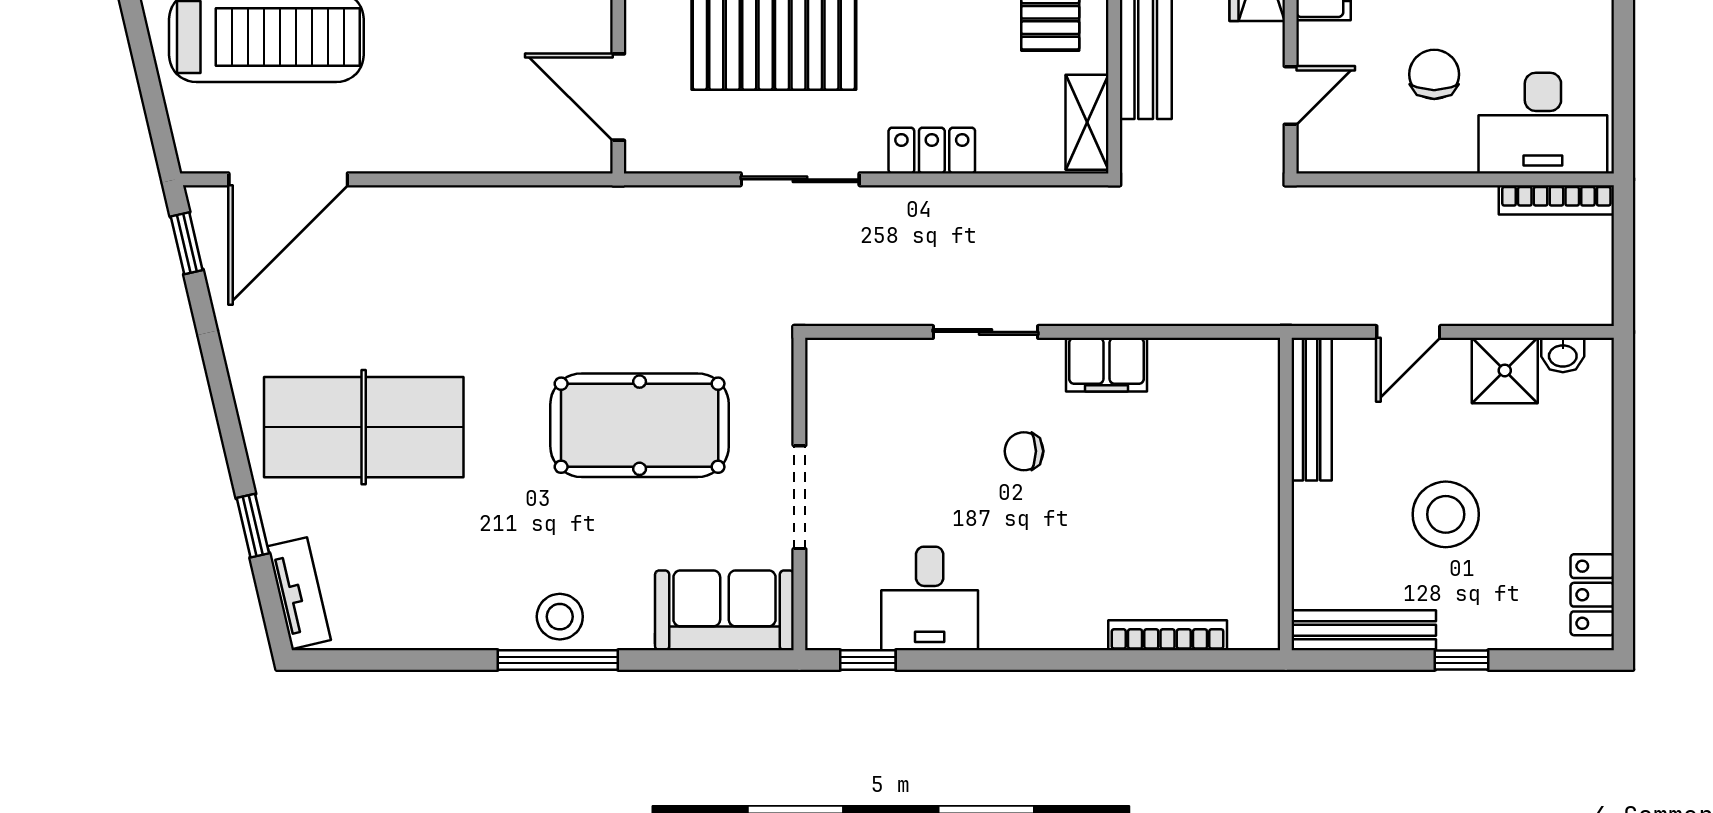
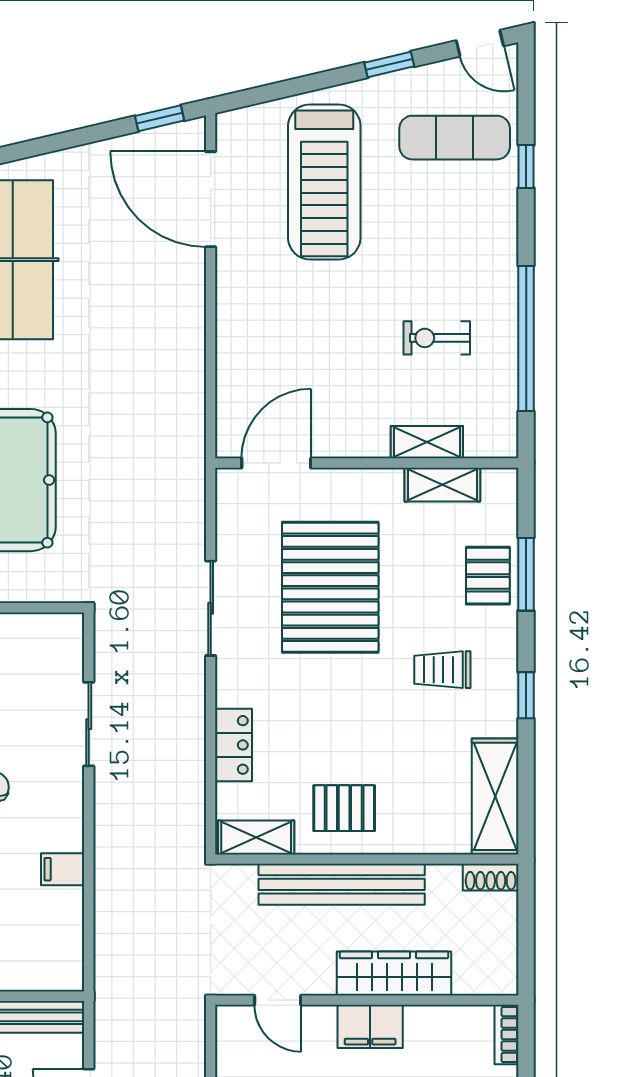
locker: (932, 151) -> (234, 745), moved
sliding door: (986, 332) -> (89, 724), moved
filing cabinet: (1107, 365) -> (63, 869), width x0.50

